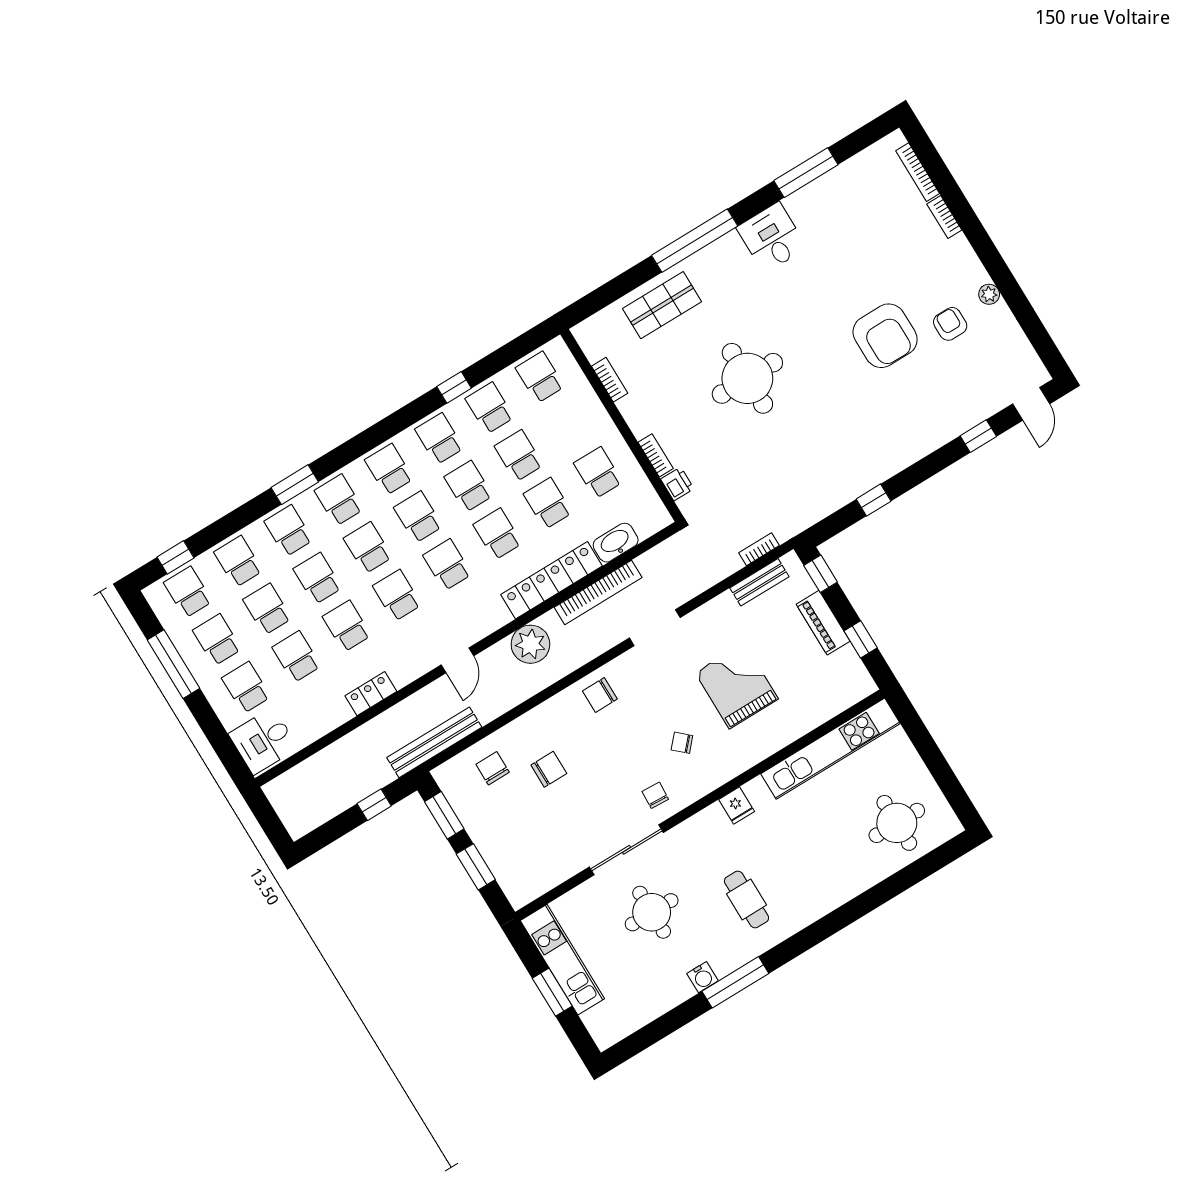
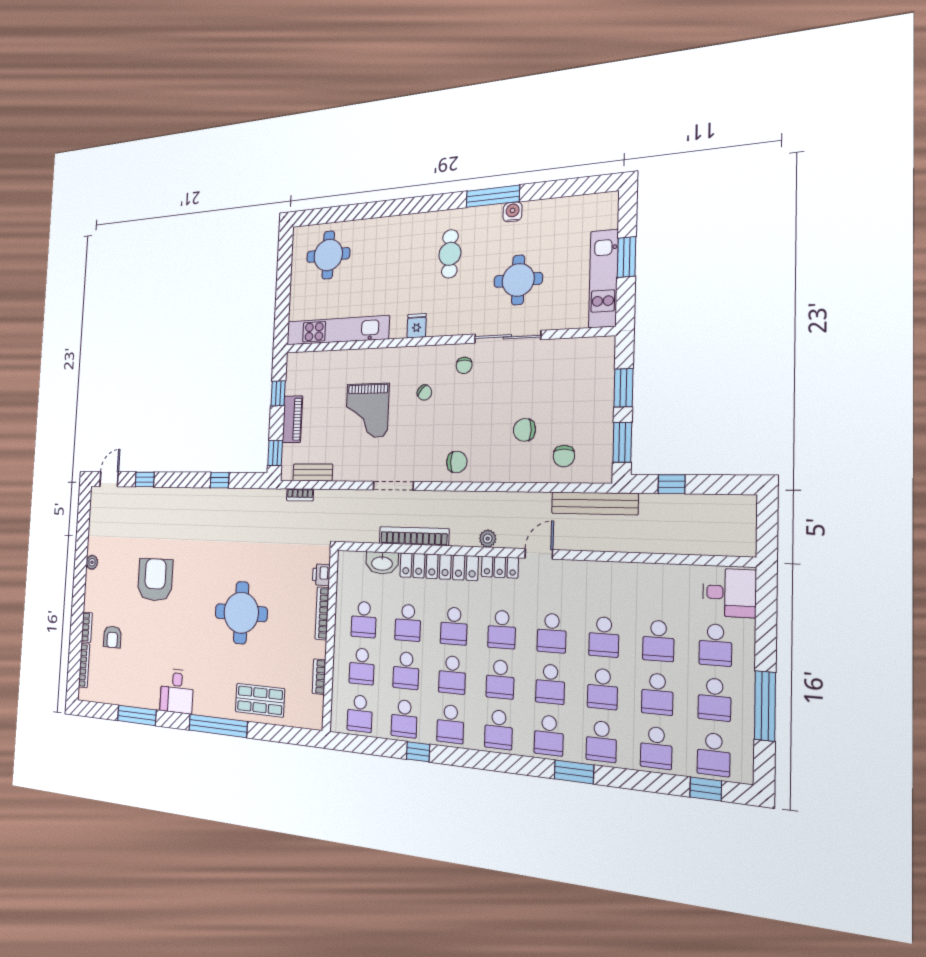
armchair: (950, 324) -> (112, 637), moved
school desk: (569, 425) -> (362, 666), added
bookcase: (656, 455) -> (322, 613), width x1.56
plant: (530, 644) -> (488, 539), width x0.53, depth x0.53
locker: (371, 694) -> (500, 567), moved

